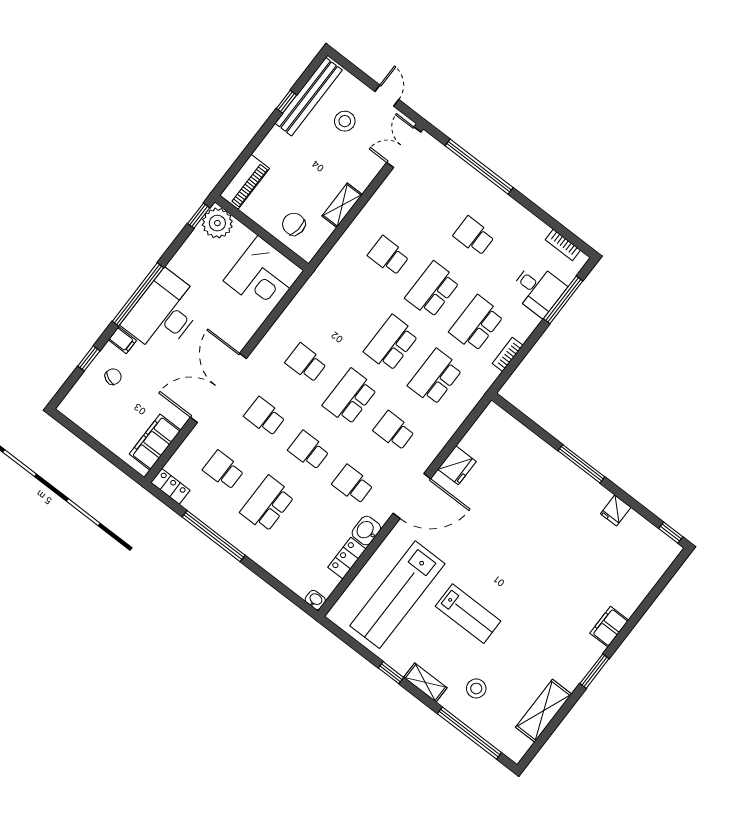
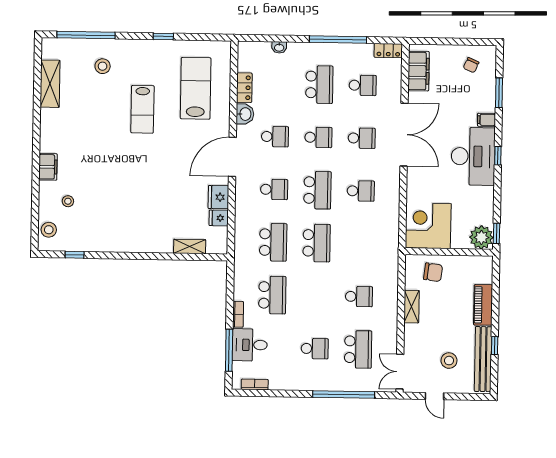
double door: (404, 147) -> (400, 372), swing flipped
piano: (245, 182) -> (483, 305), moved
school desk: (433, 290) -> (358, 349), moved
window: (138, 295) -> (498, 156), width x0.32
bookcase: (508, 354) -> (238, 314), moved
window: (89, 358) -> (499, 93), width x1.50
chair: (113, 377) -> (471, 65), moved
window: (581, 464) -> (141, 256), removed
fridge: (616, 511) -> (219, 218), moved, turned -90
window: (671, 533) -> (75, 255), moved
stool: (656, 561) -> (49, 230), added
stool: (615, 576) -> (68, 201), added
lab bench: (397, 595) -> (196, 88), width x0.73
washbasin: (315, 600) -> (279, 47), moved
lab bench: (468, 614) -> (142, 109), turned -90
window: (594, 671) -> (36, 132), removed
shelving: (425, 683) -> (190, 246), moved

